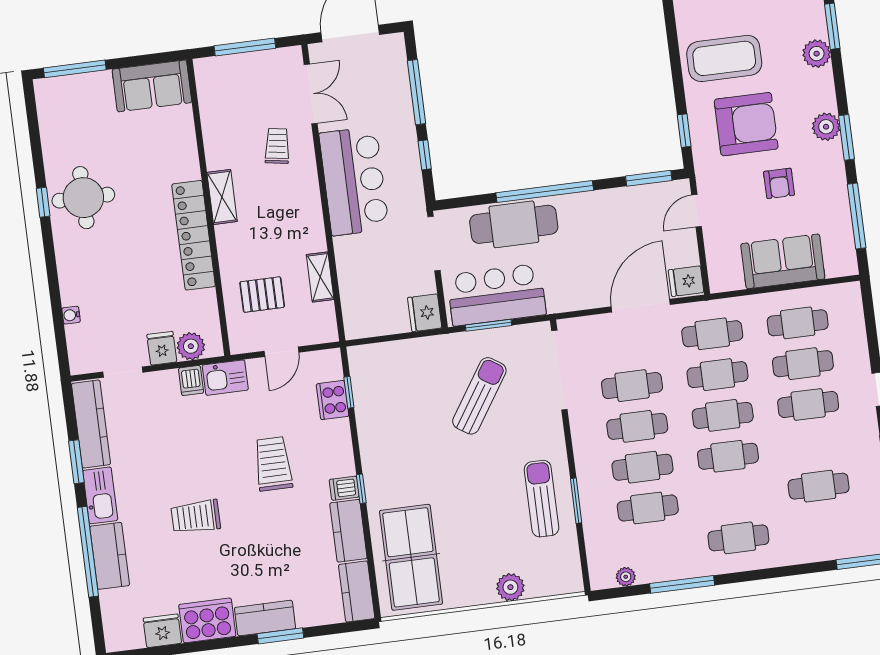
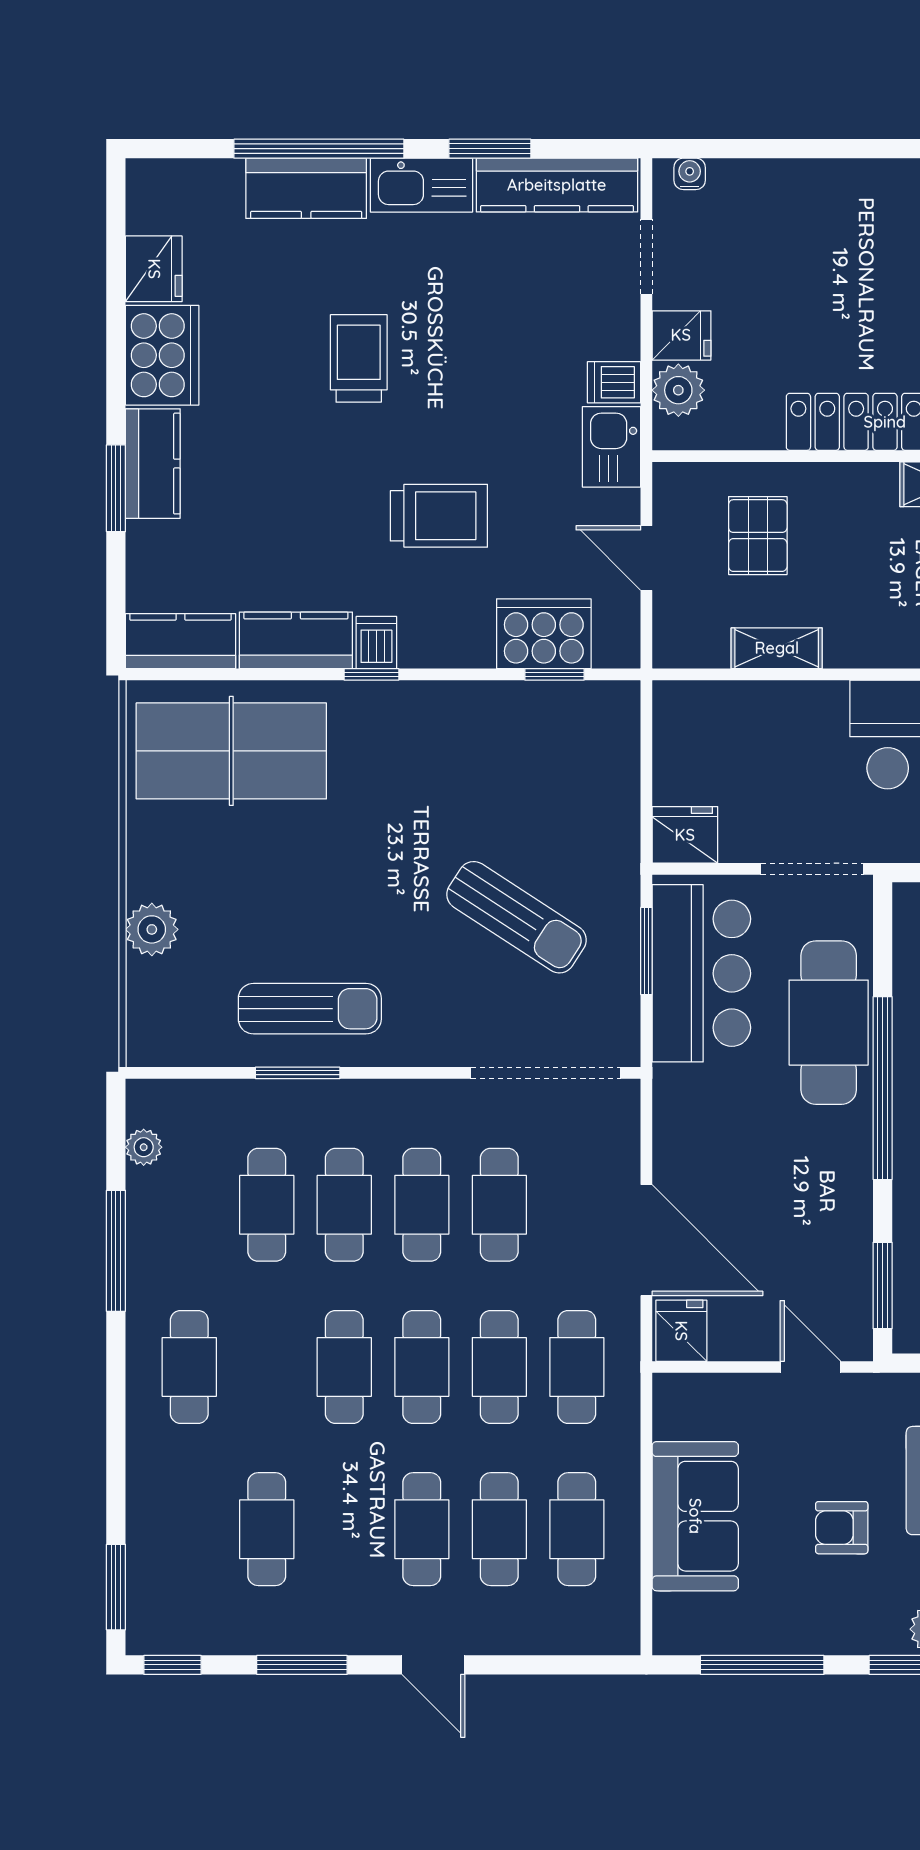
water cooler: (71, 315) -> (690, 174), moved
cooker: (333, 400) -> (544, 634), width x1.37, depth x1.31

